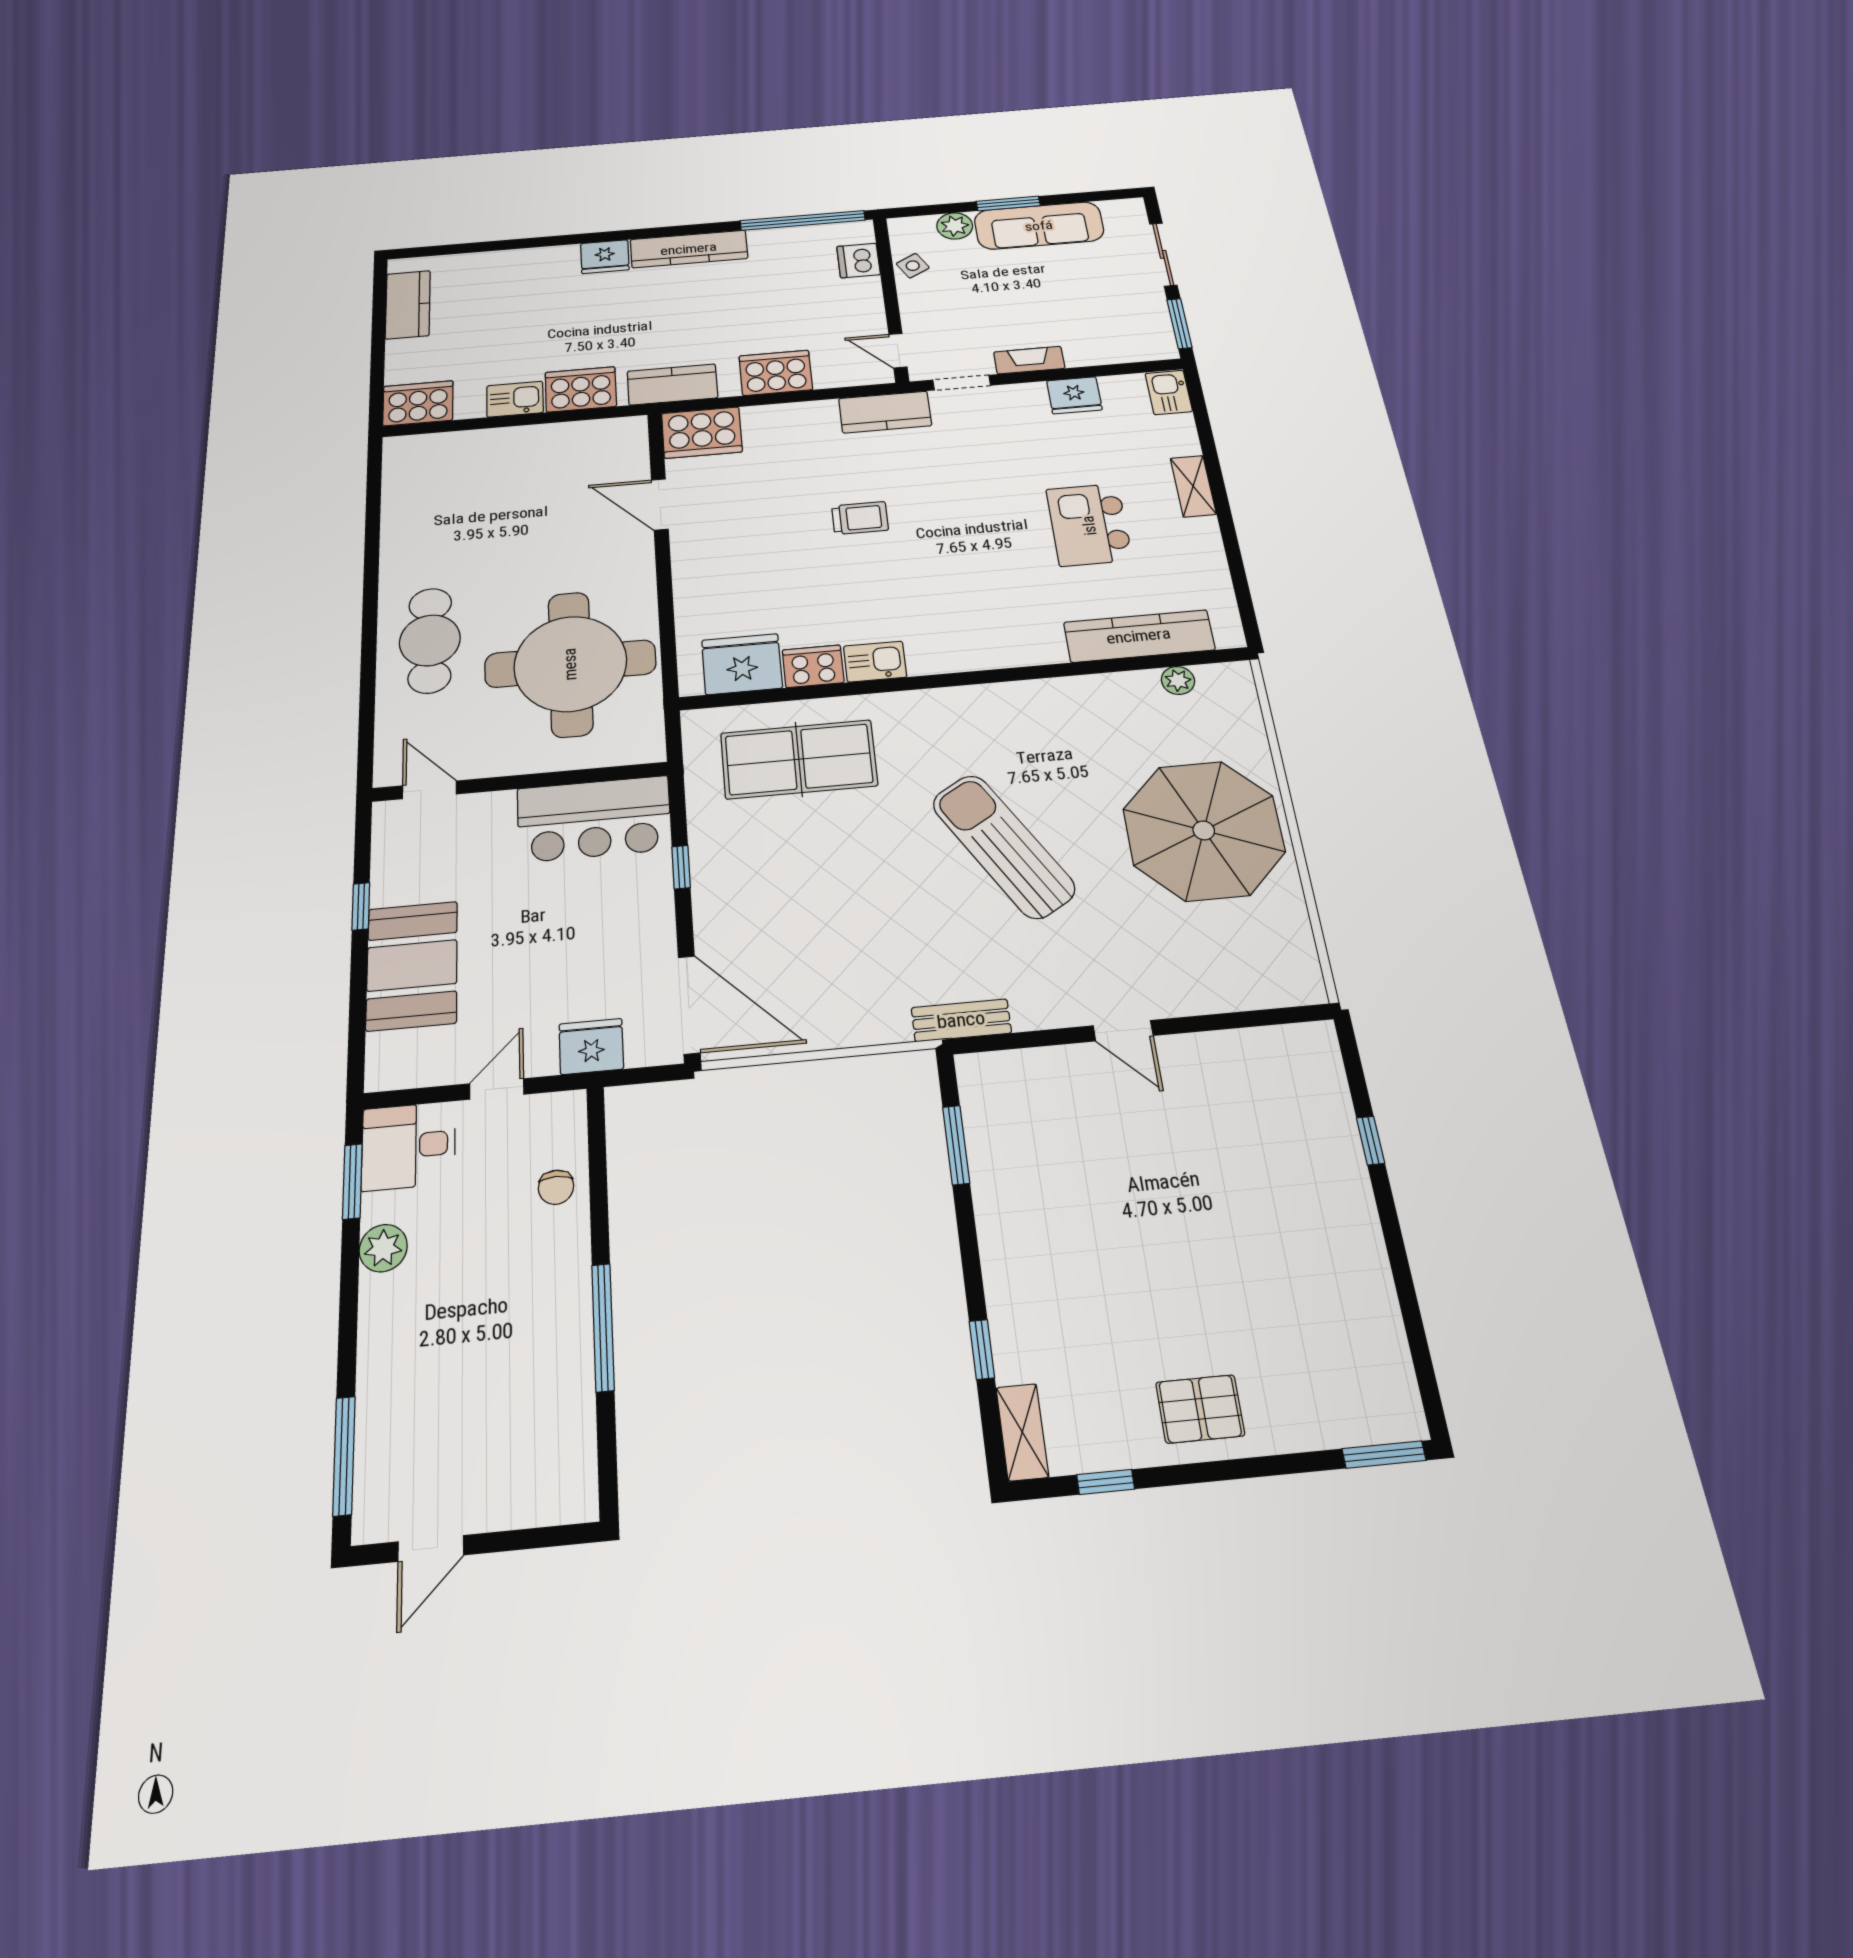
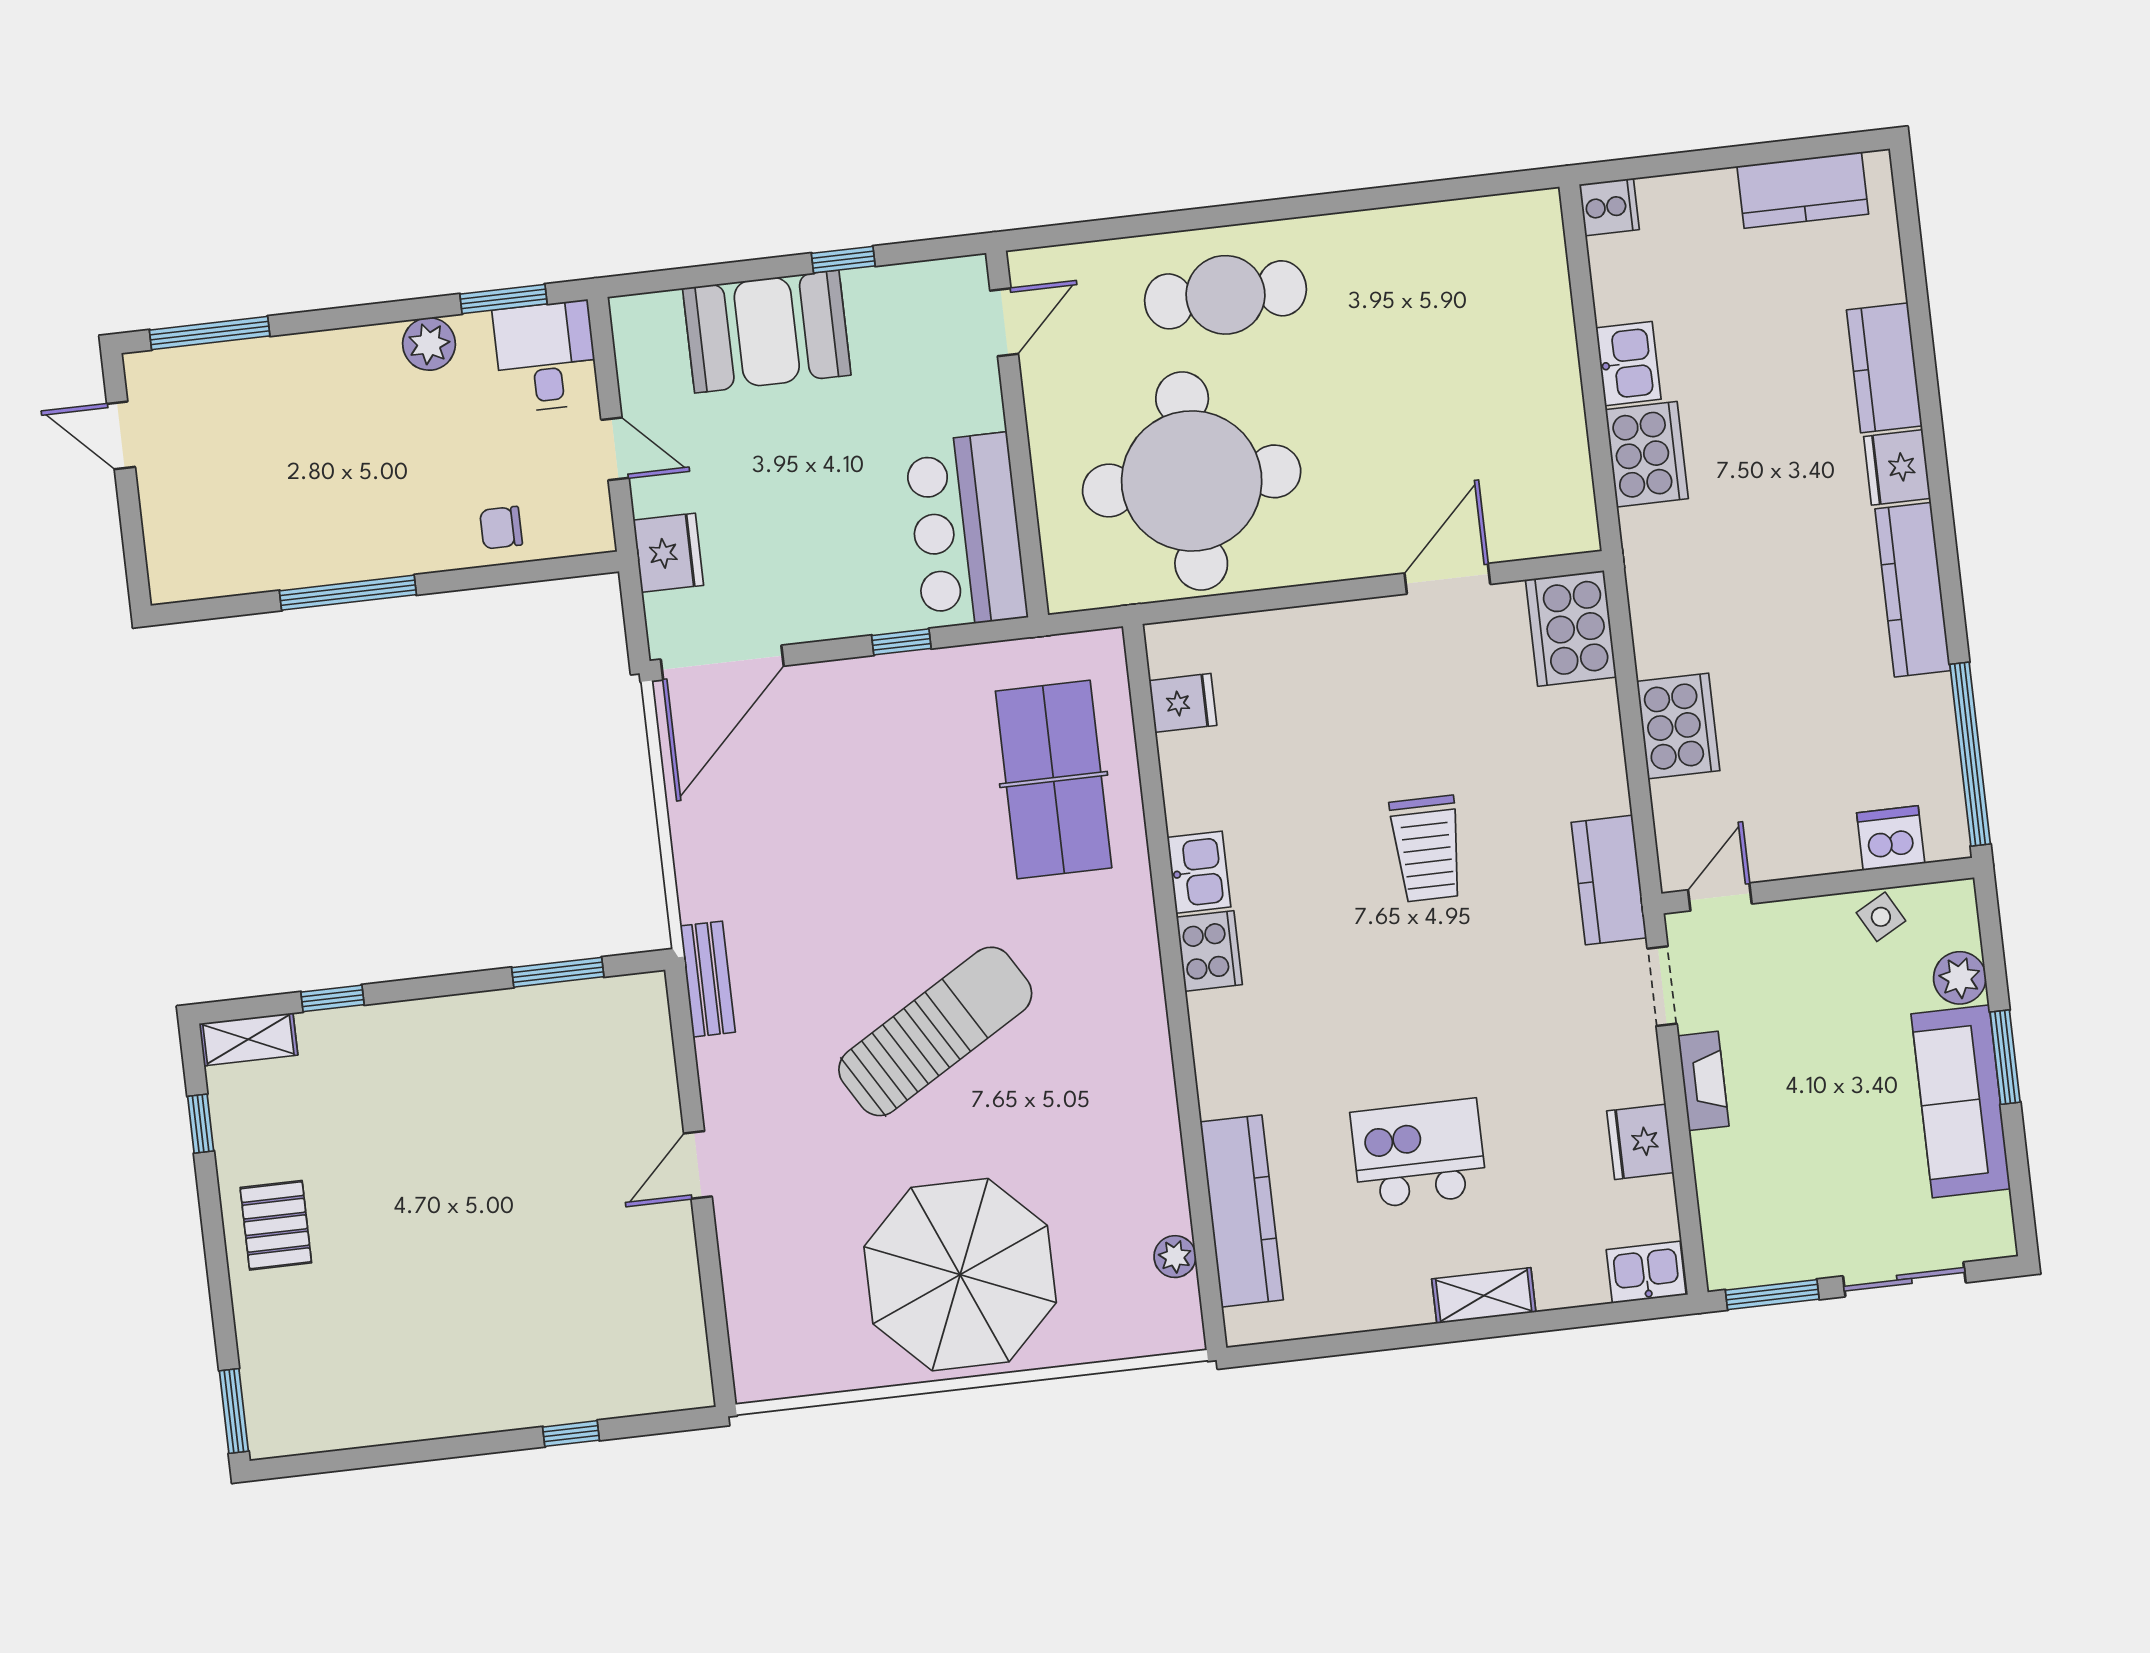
kitchen counter: (672, 384) -> (1884, 368), moved, turned 180
cooker: (418, 403) -> (1609, 207), width x0.53, depth x0.76
trolley: (860, 518) -> (1427, 849), width x1.36, depth x1.39
fridge: (742, 664) -> (1183, 703), width x0.53, depth x0.75
cooker: (813, 666) -> (1209, 951), moved

